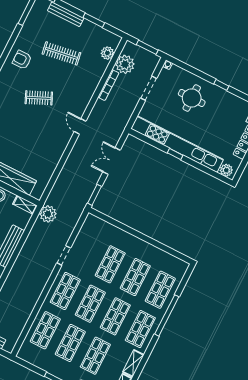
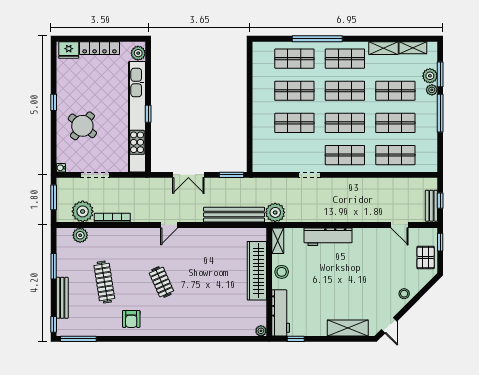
round table: (192, 98) -> (82, 126), turned 38
bench: (63, 181) -> (234, 215), added

